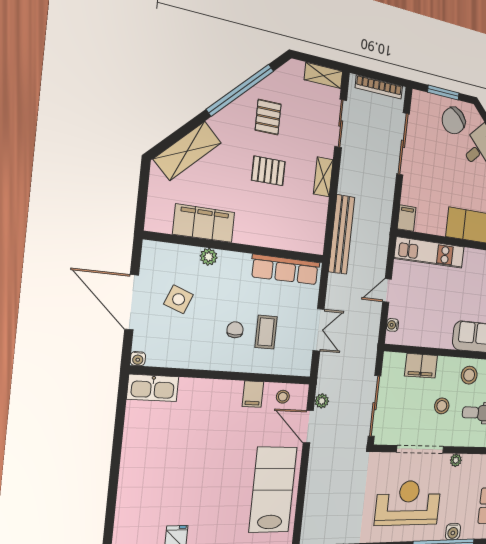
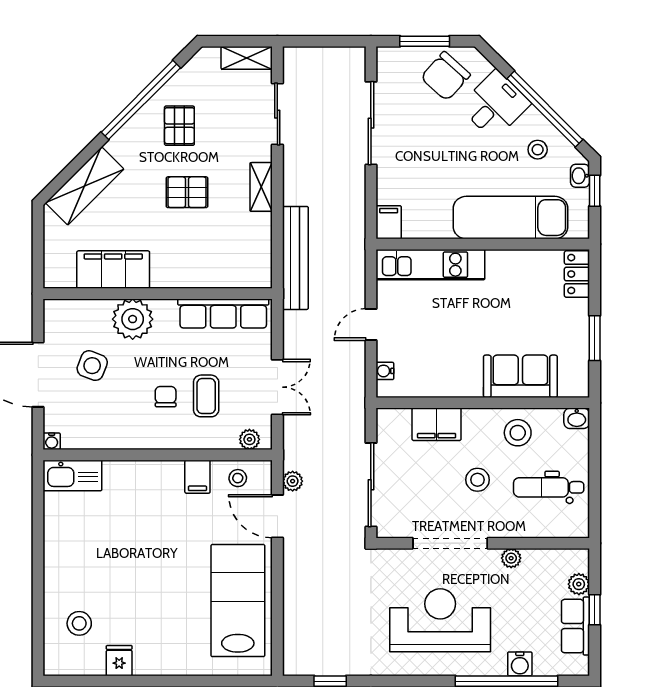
bookcase: (379, 87) -> (326, 55), removed
plant: (209, 257) -> (133, 319), width x1.87, depth x1.87
plant: (294, 368) -> (249, 439), added
stool: (146, 509) -> (79, 623), added

